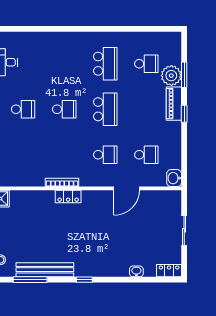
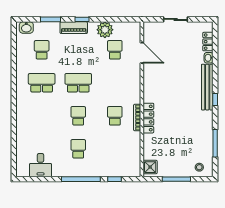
plant: (171, 76) -> (105, 30), moved
school desk: (105, 155) -> (115, 116), moved
washbasin: (174, 178) -> (26, 27), moved
door: (127, 188) -> (142, 53), moved
locker: (68, 196) -> (148, 118), width x1.53
bench: (45, 270) -> (207, 87), moved
locker: (169, 271) -> (208, 42), moved

